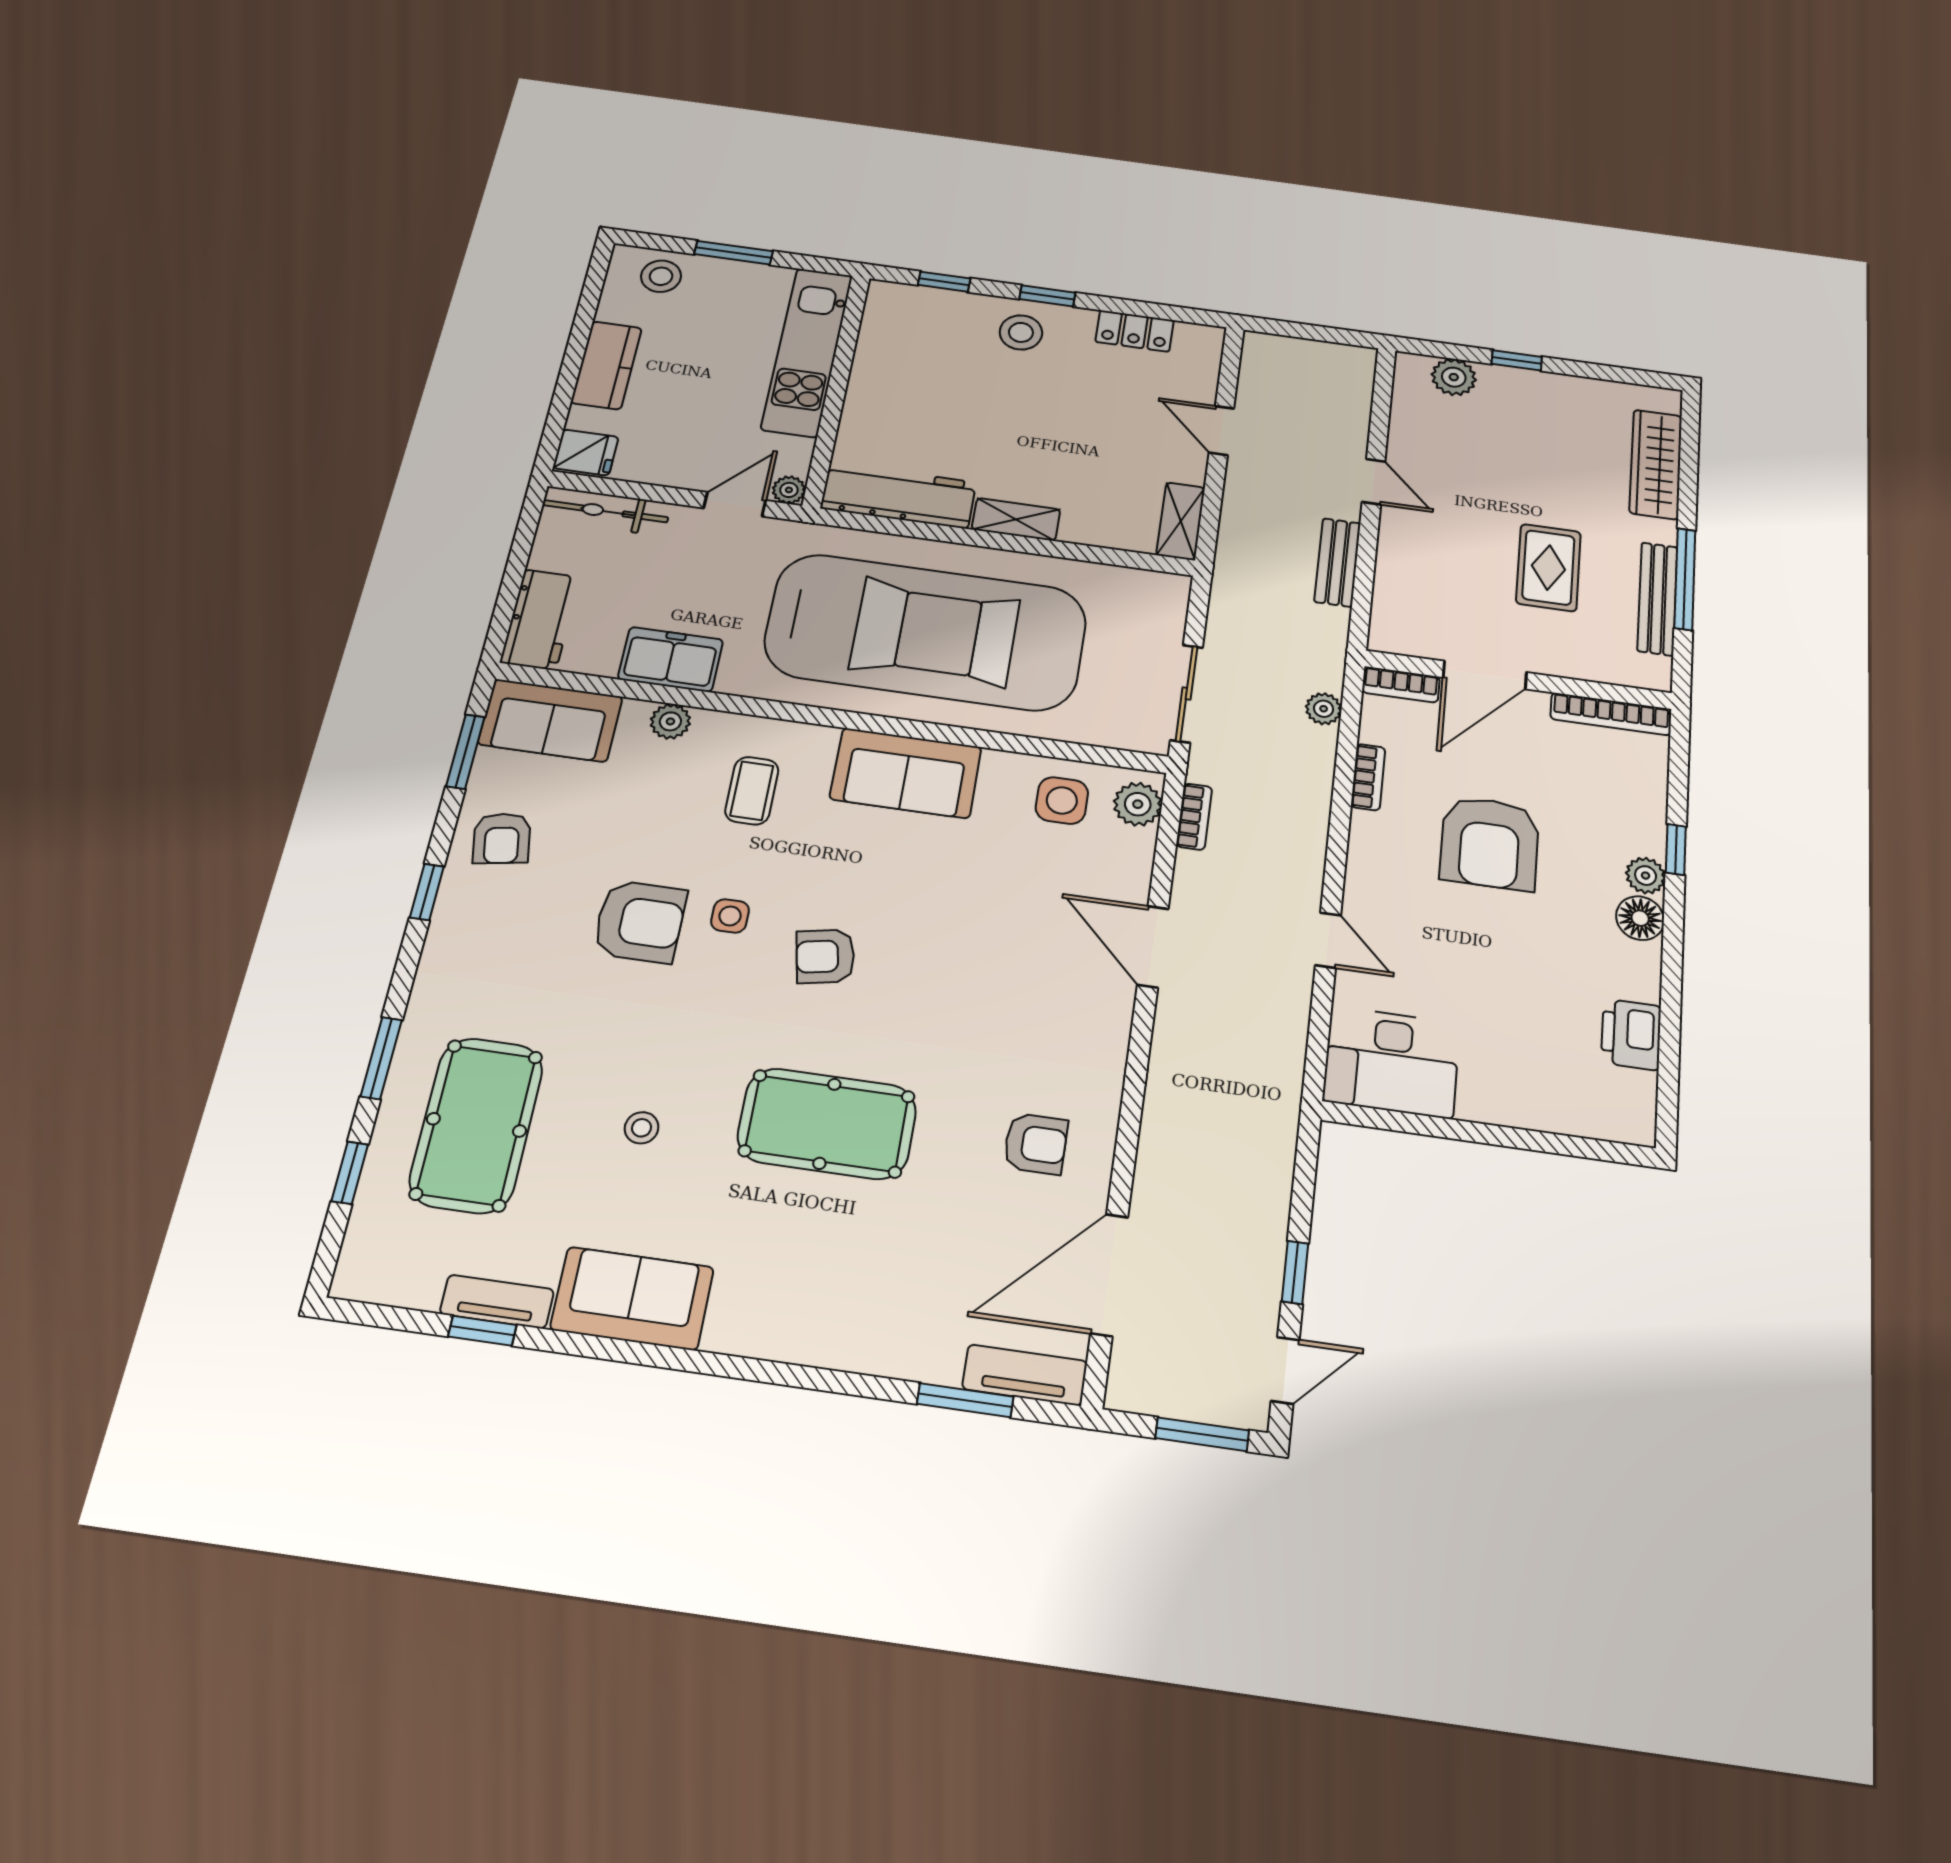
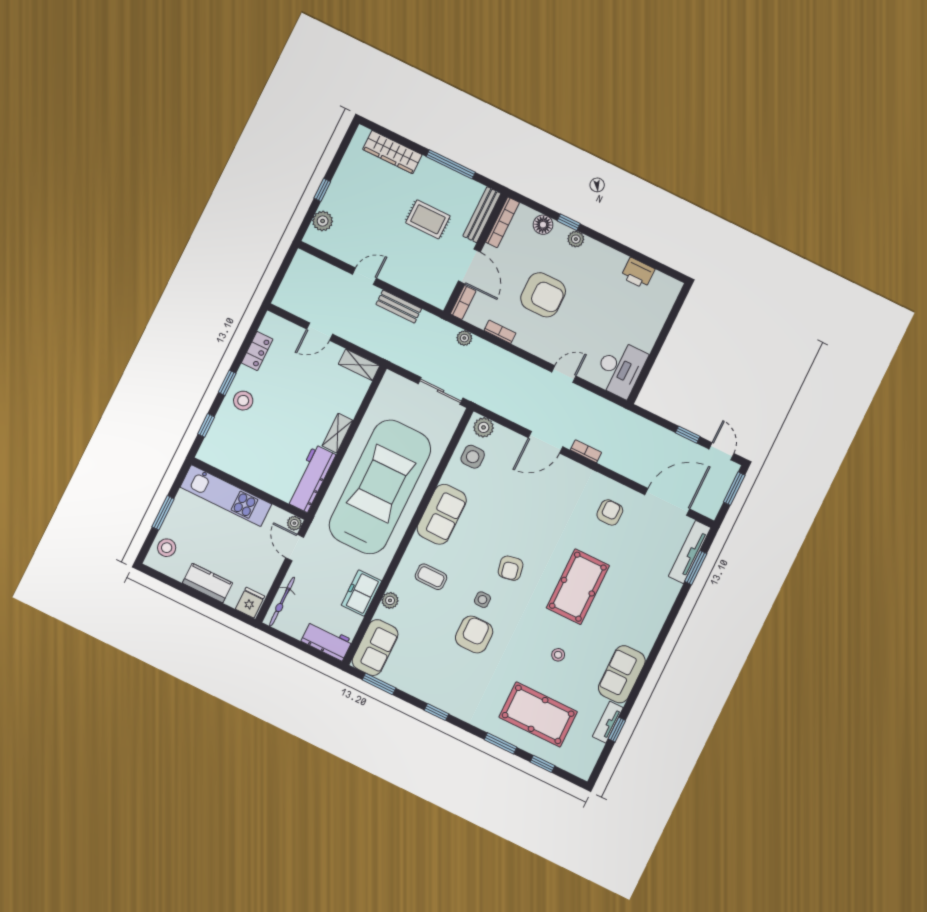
bench: (1657, 599) -> (482, 215), moved, turned 90
bookcase: (1194, 817) -> (586, 451), moved
armchair: (502, 838) -> (422, 678), removed
floor lamp: (1640, 918) -> (543, 225), moved
door: (1109, 1275) -> (667, 502), swing flipped
tv unit: (1025, 1375) -> (690, 552), width x1.41

